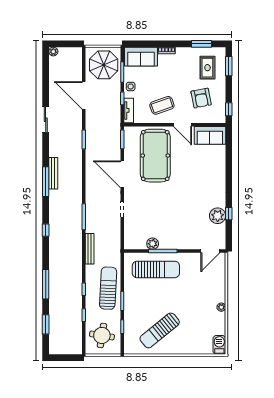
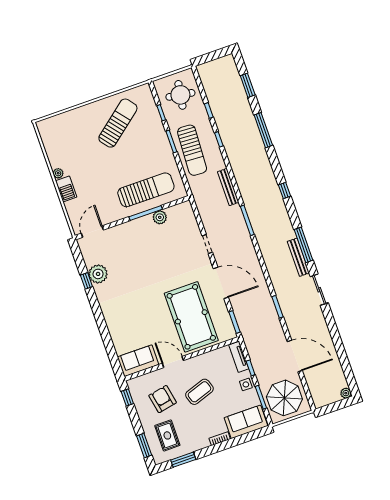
coffee table: (162, 105) -> (199, 392), moved
sliding door: (46, 120) -> (319, 290), moved
sun lounger: (156, 269) -> (146, 190), turned 180
barbecue: (219, 345) -> (66, 189), moved

